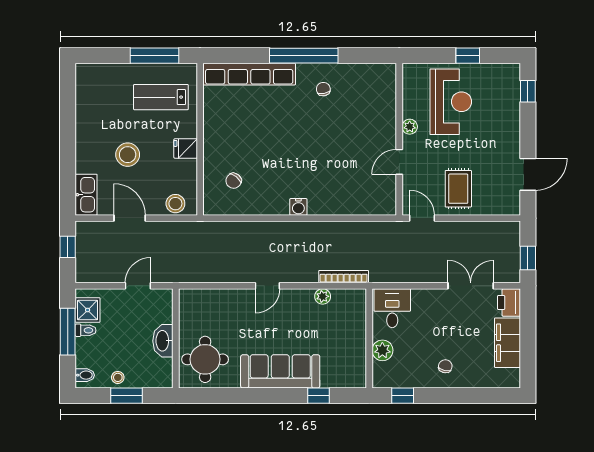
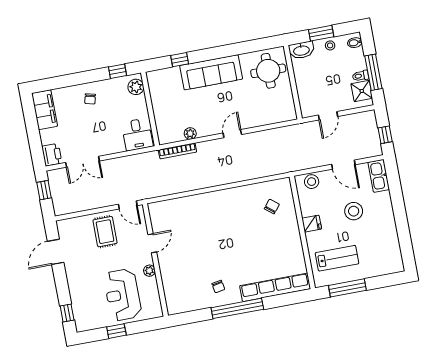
water cooler: (298, 207) -> (220, 196), removed
washbasin: (163, 341) -> (301, 50), moved, turned 90
filing cabinet: (508, 343) -> (45, 110), moved
plant: (382, 350) -> (136, 87), moved

